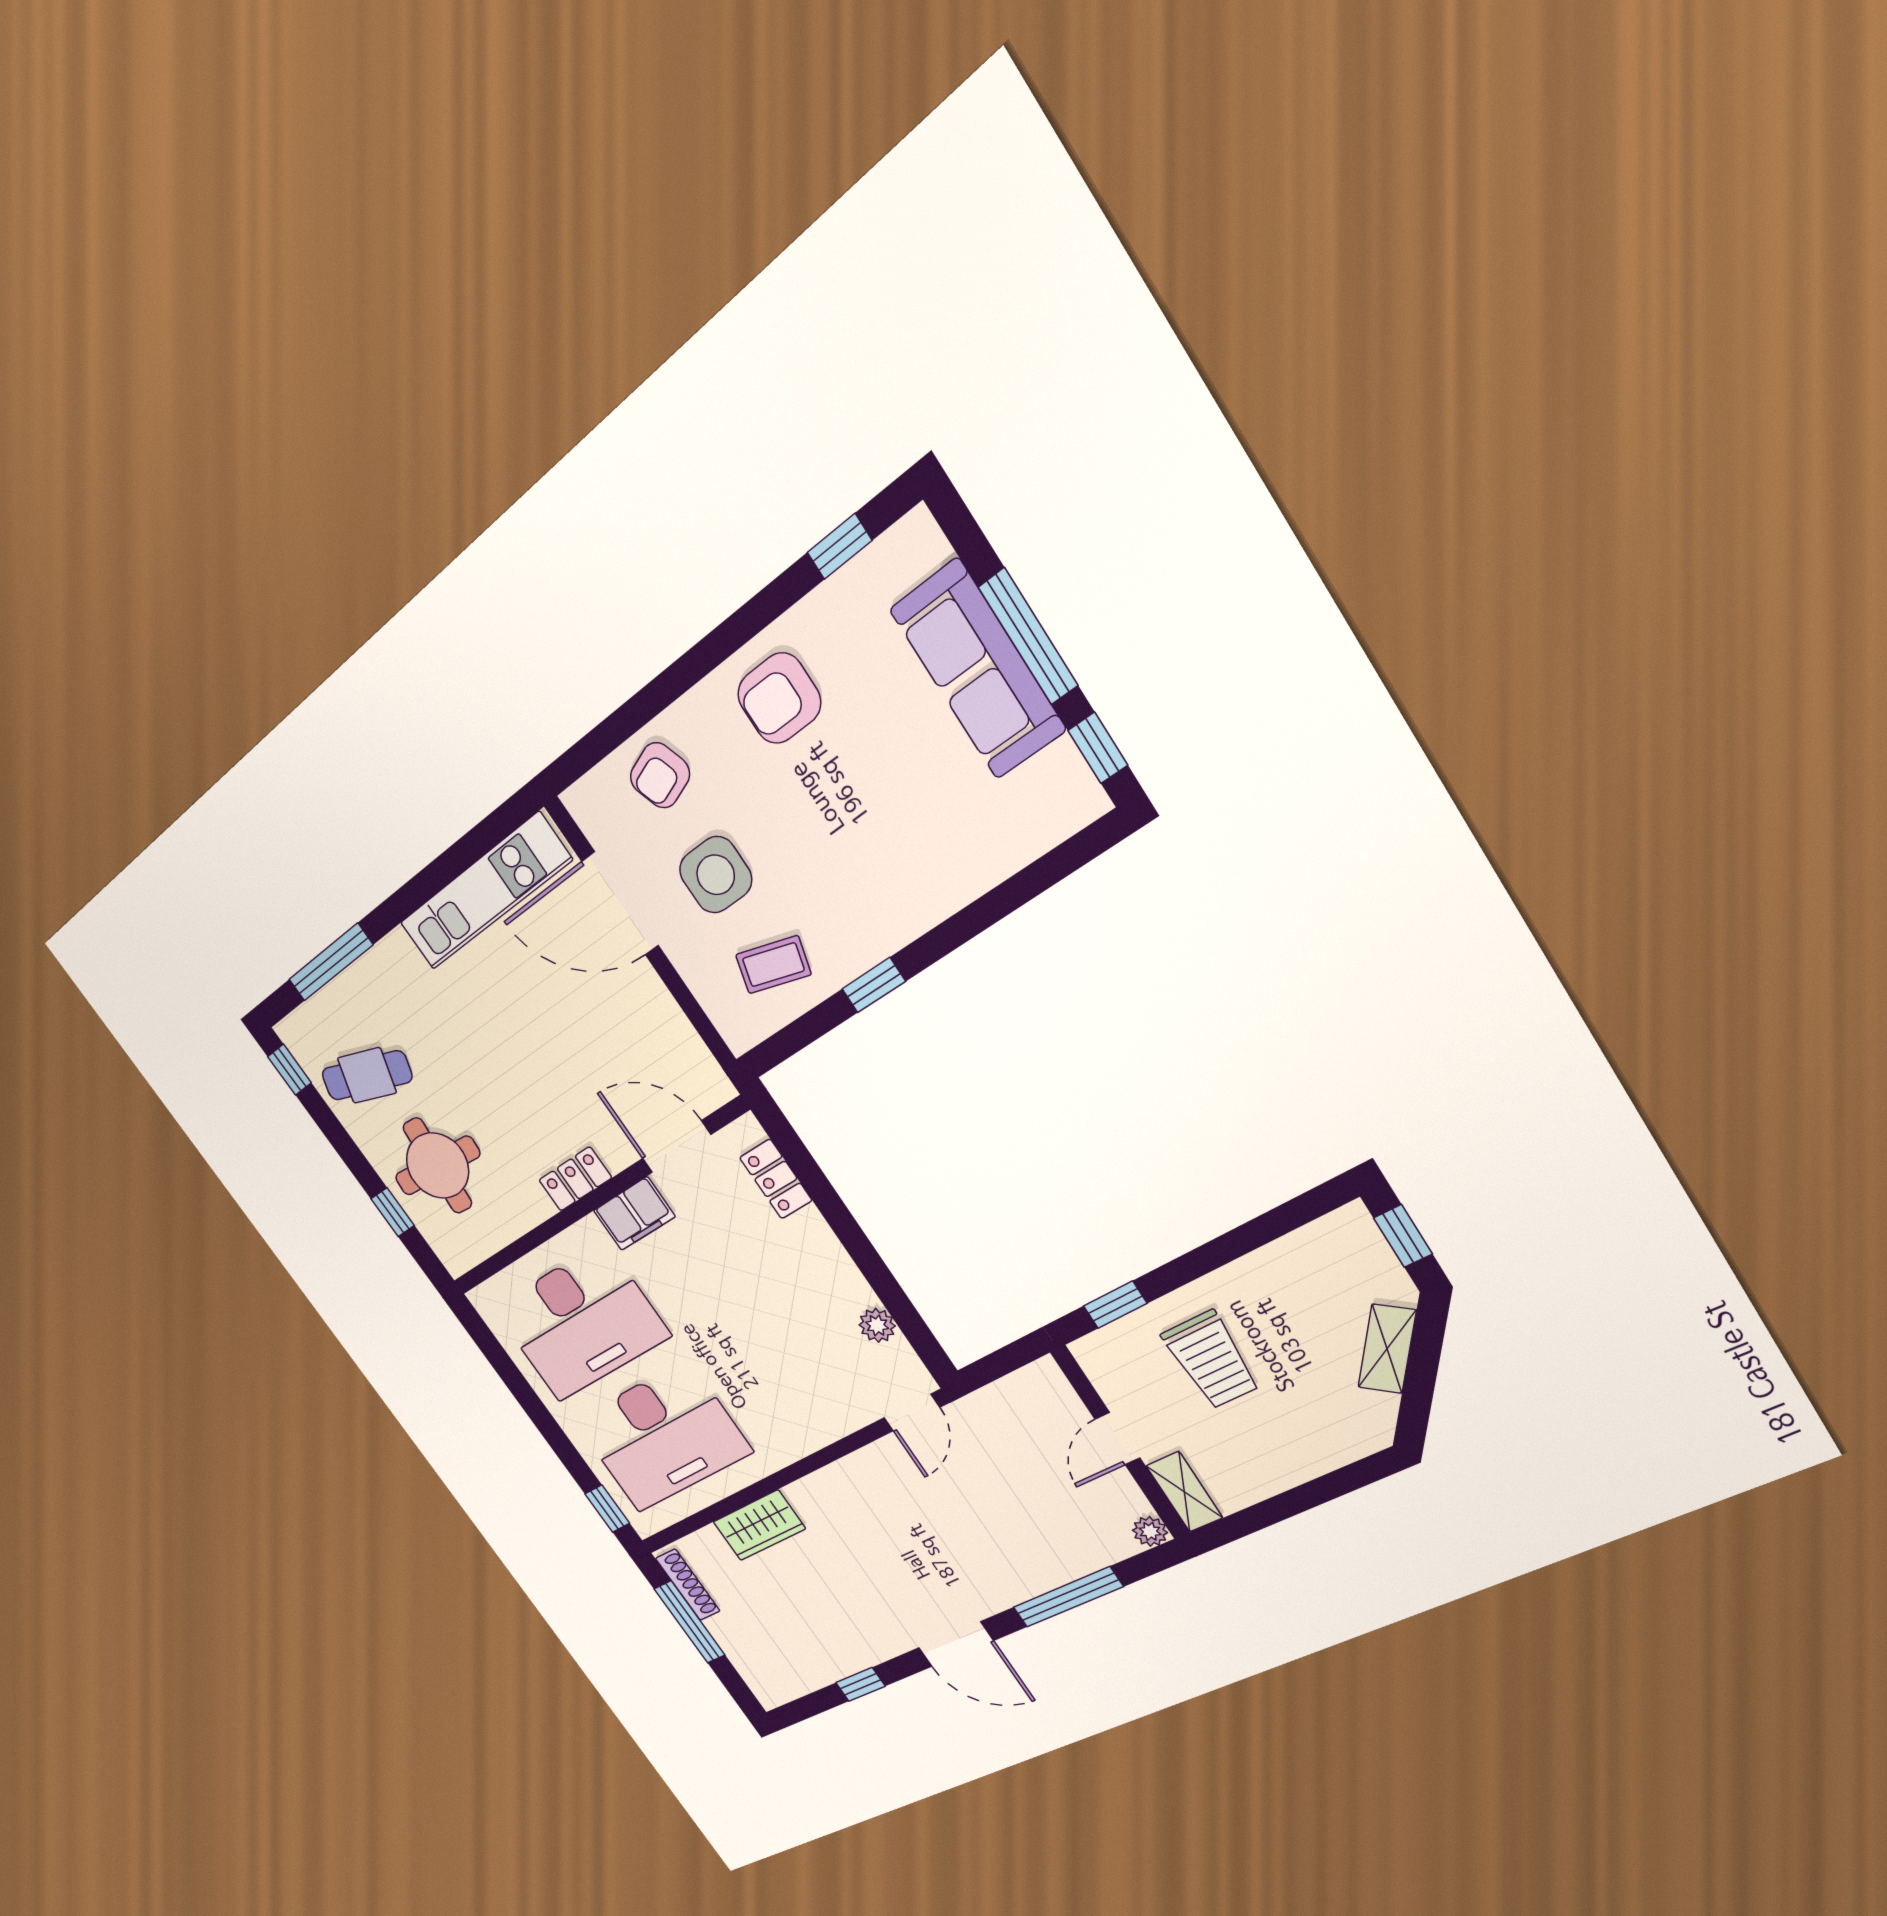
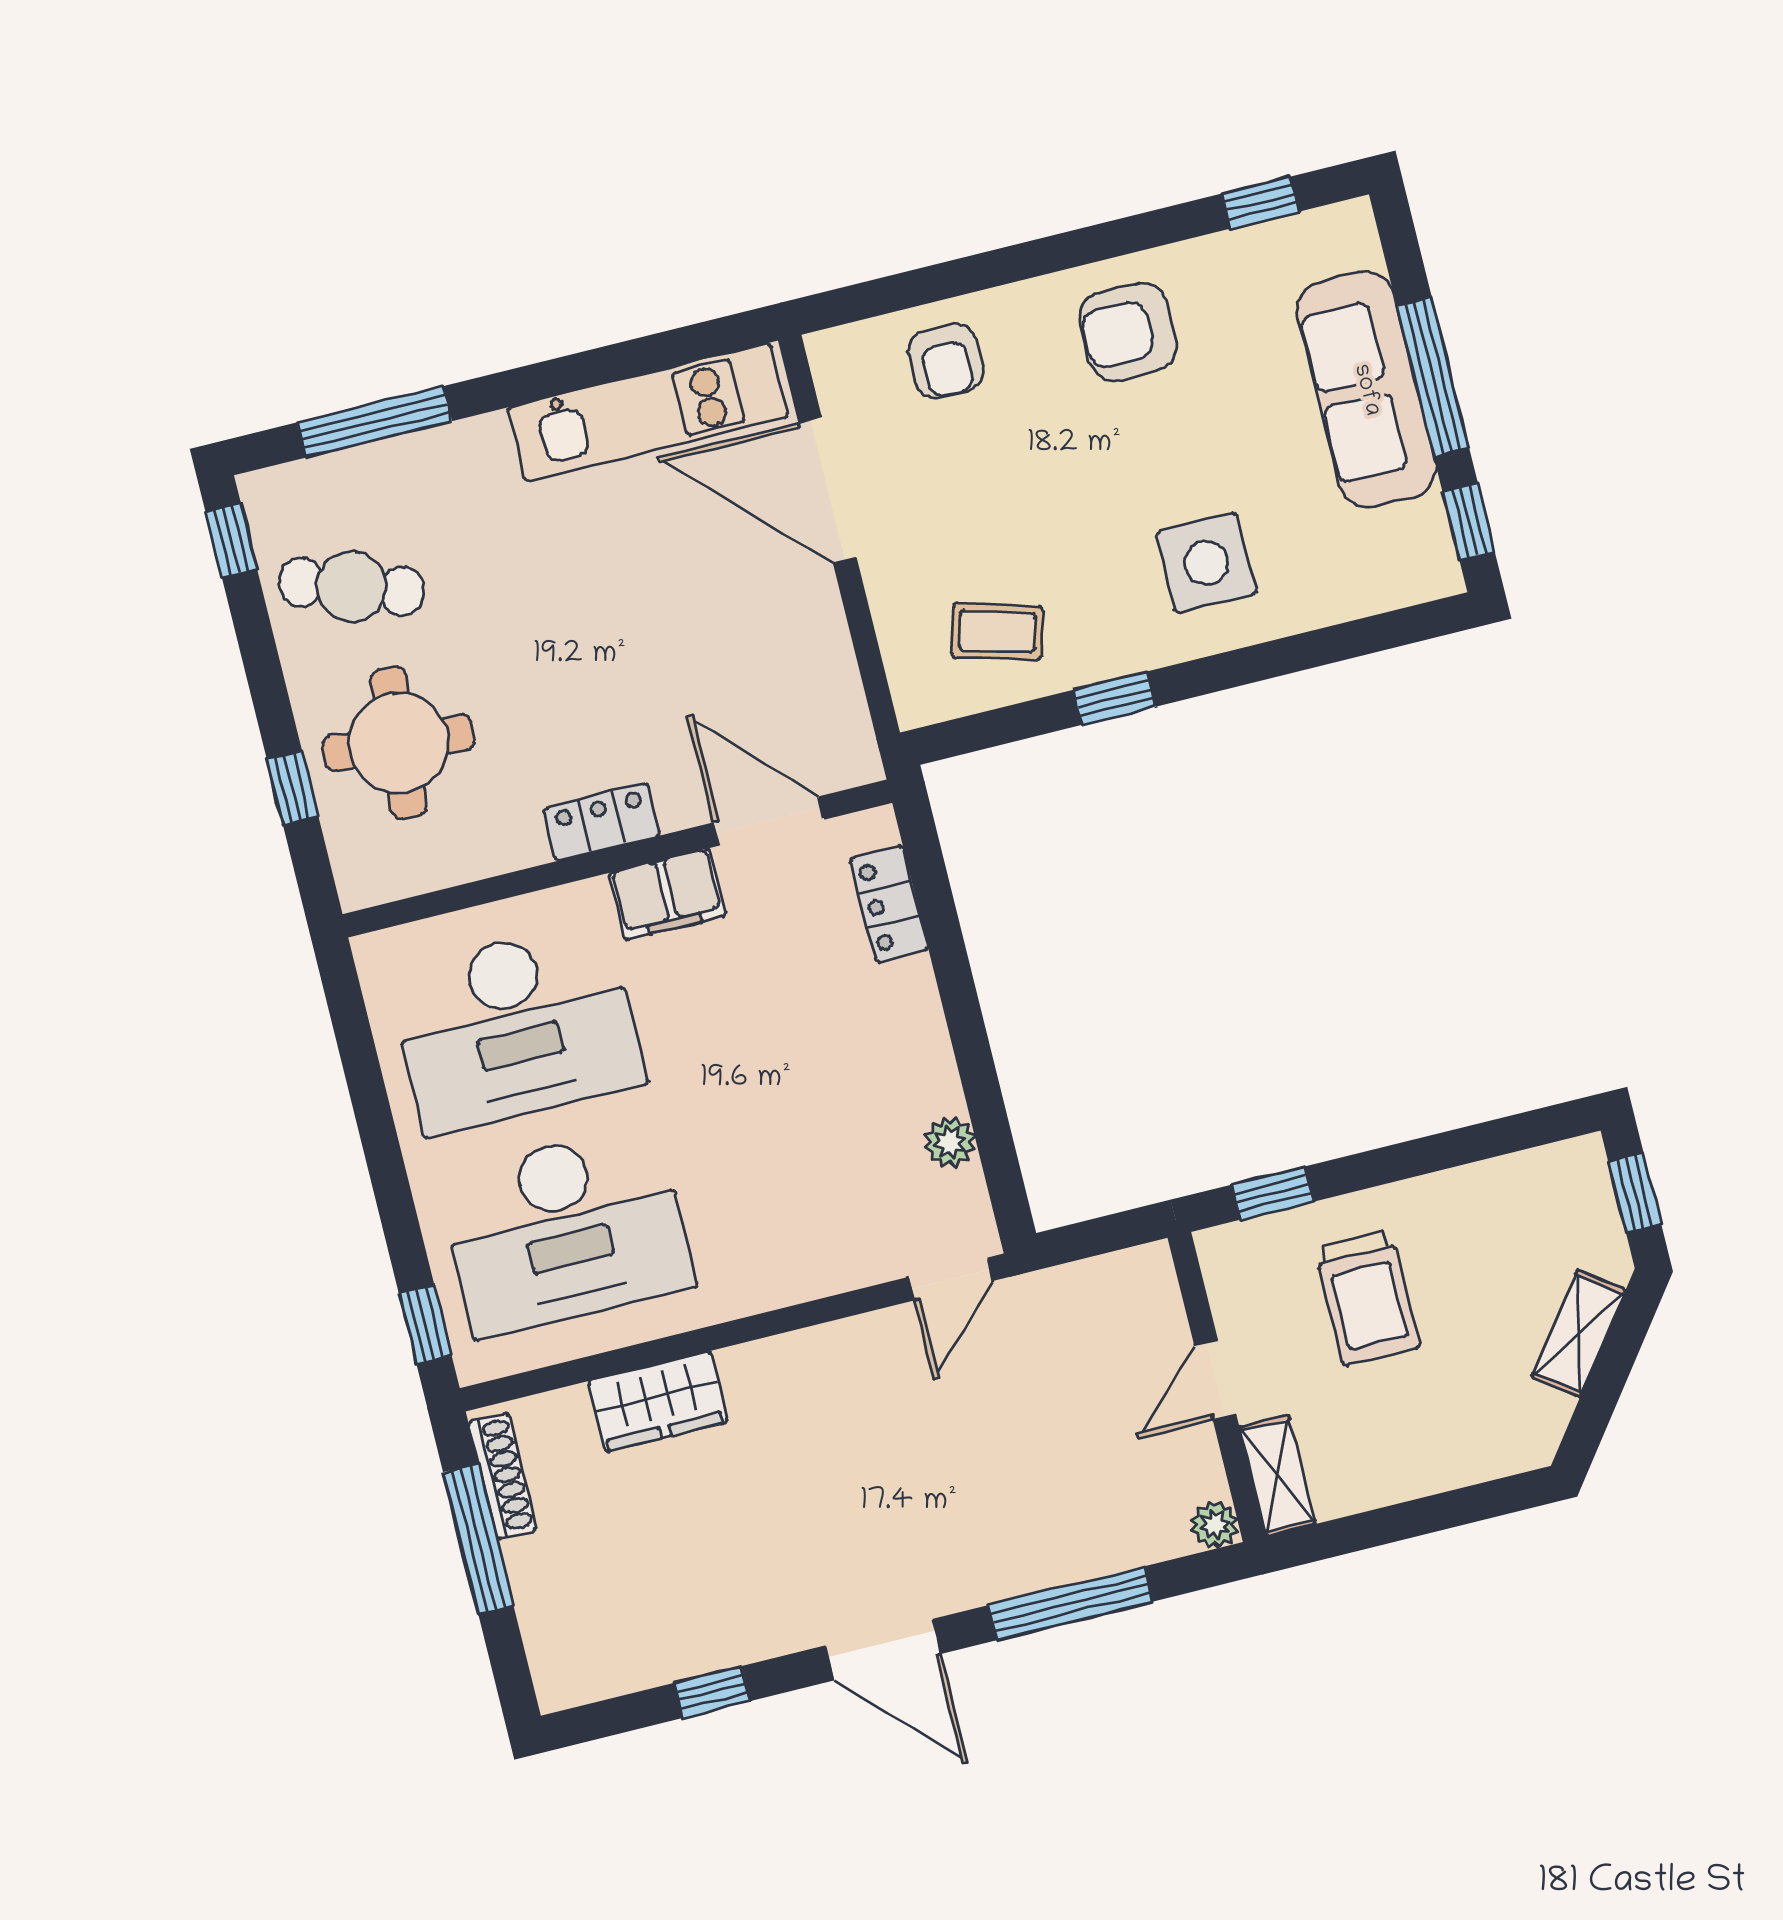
armchair: (660, 775) -> (946, 361), turned -71
side table: (716, 875) -> (1206, 563), moved

